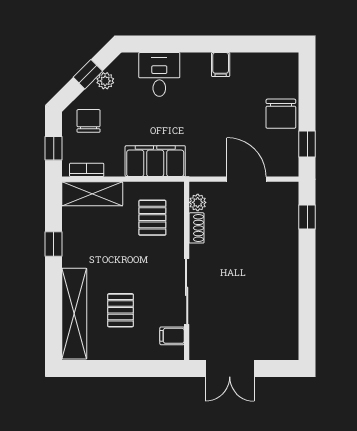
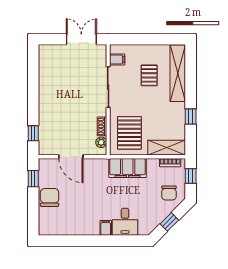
filing cabinet: (221, 65) -> (106, 228), moved
plant: (105, 81) -> (159, 218), removed
pallet: (152, 218) -> (129, 133), width x1.50, depth x1.42

